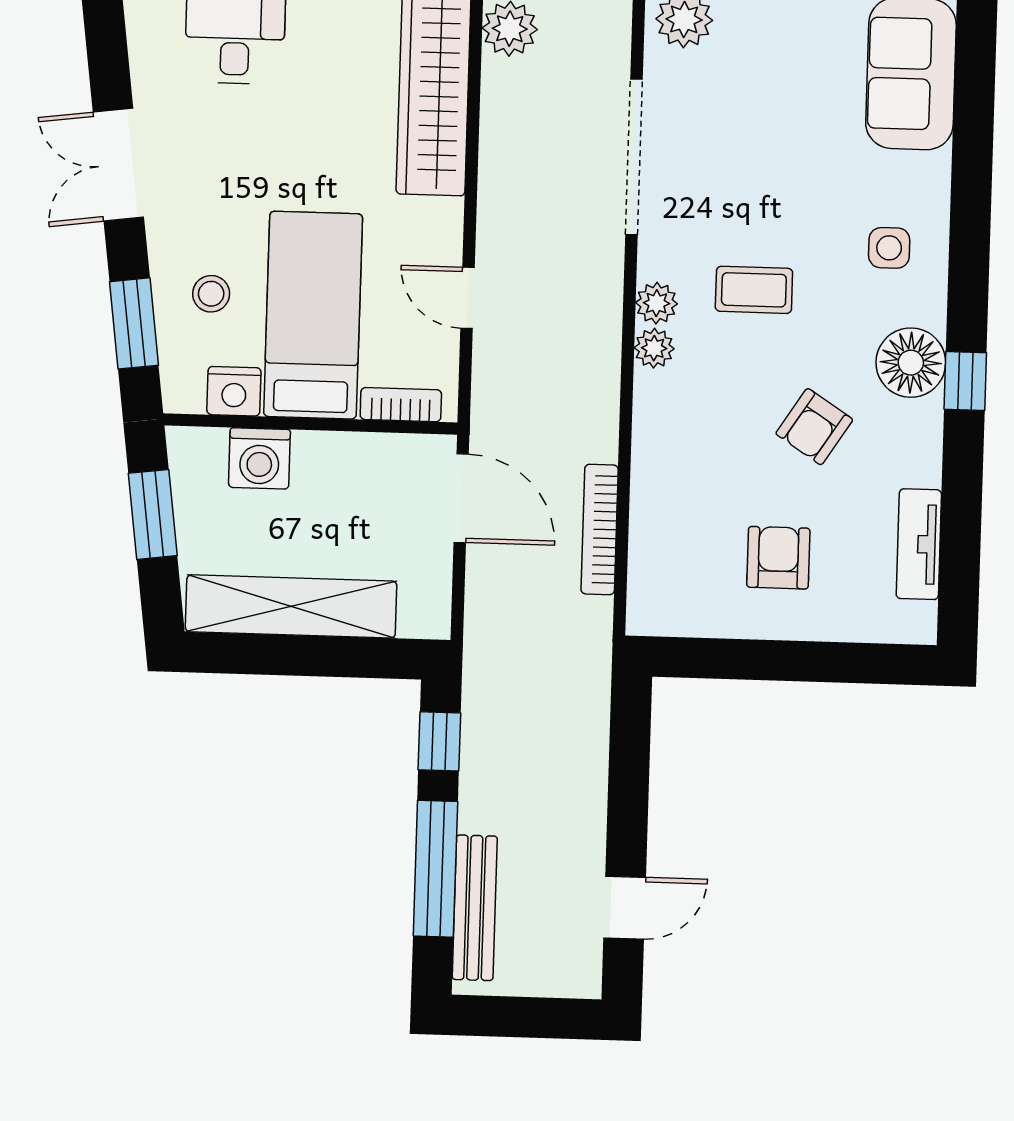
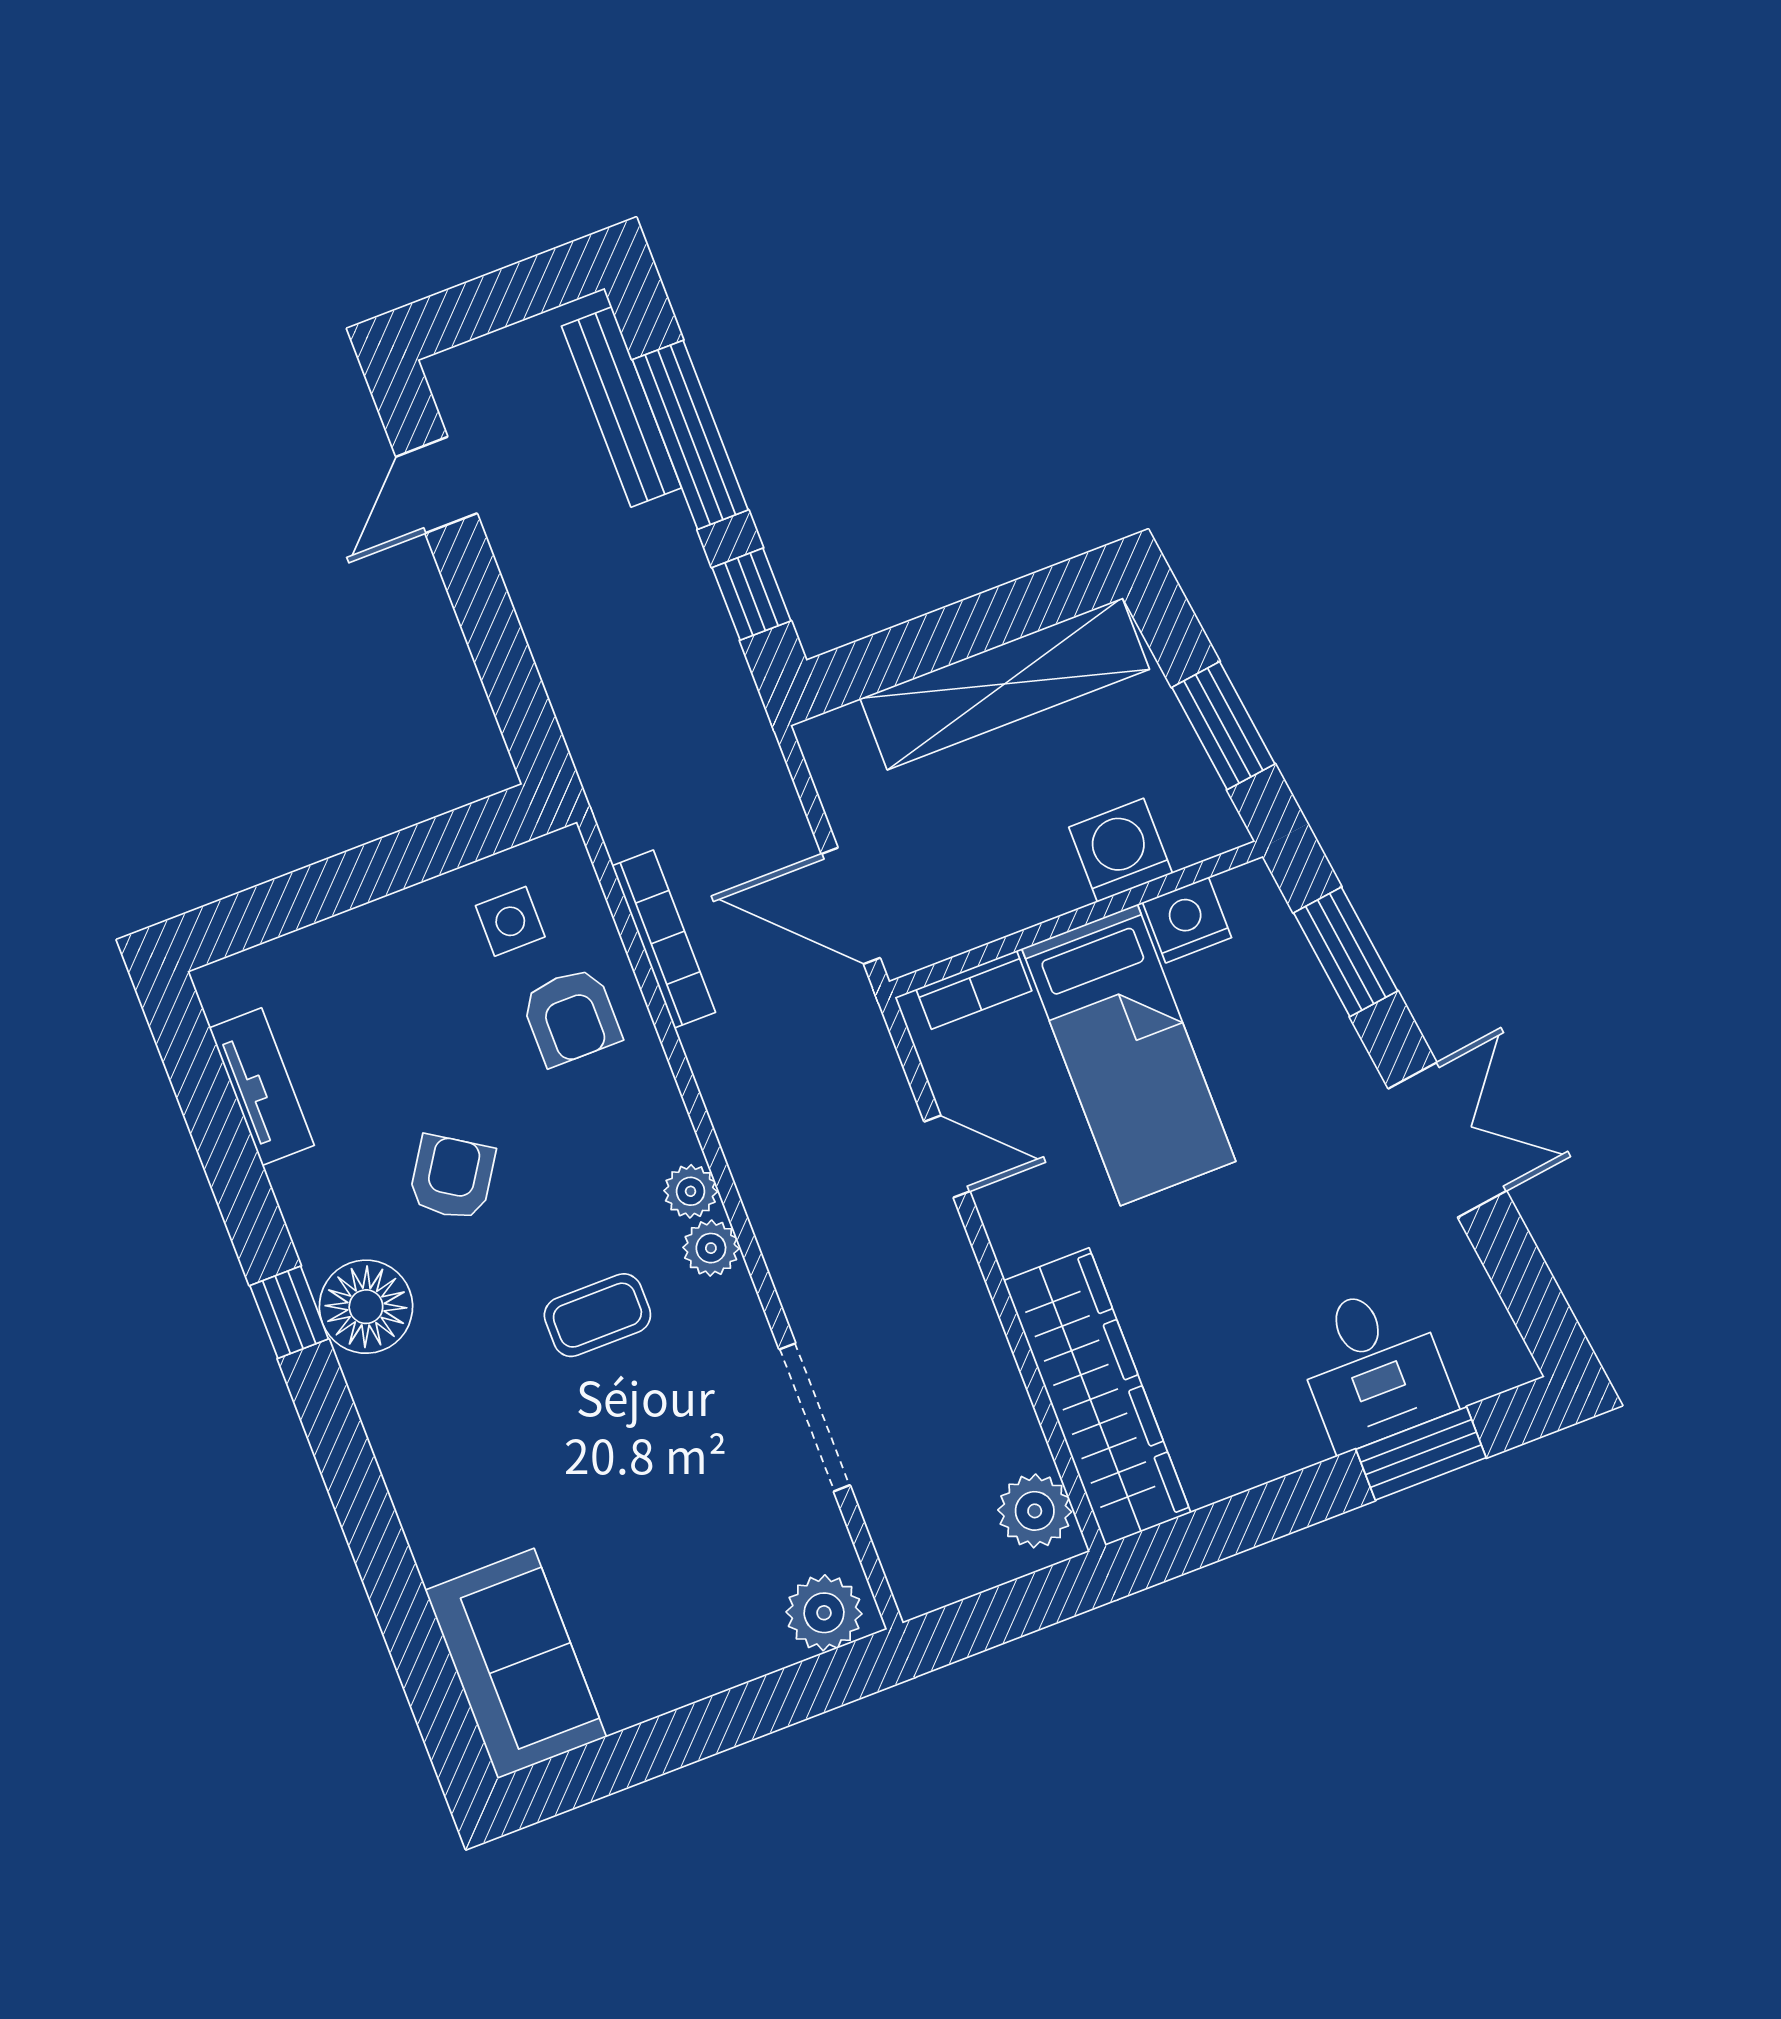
doorway: (634, 157) -> (815, 1417), width x0.73
side table: (889, 248) -> (510, 921), moved
stool: (211, 294) -> (1266, 1029), removed
armchair: (778, 558) -> (571, 1016), moved

